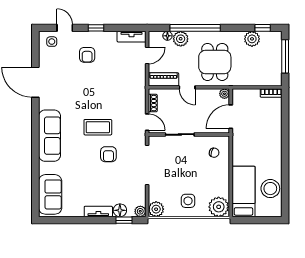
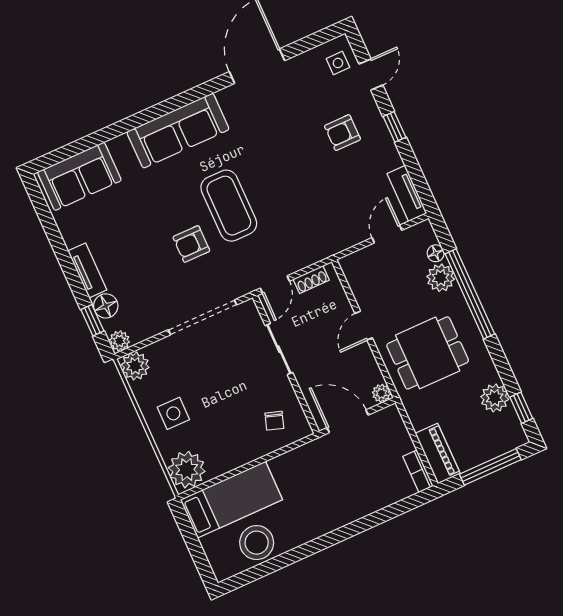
door: (147, 55) -> (387, 234), swing flipped
piano: (163, 79) -> (438, 453), moved
coffee table: (98, 127) -> (229, 206), width x1.36, depth x1.32

